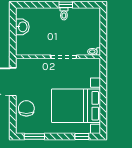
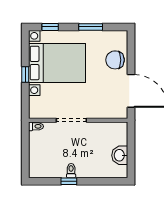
window: (103, 96) -> (25, 75), added
chair: (26, 108) -> (115, 60), turned 90
window: (34, 137) -> (91, 27), moved

